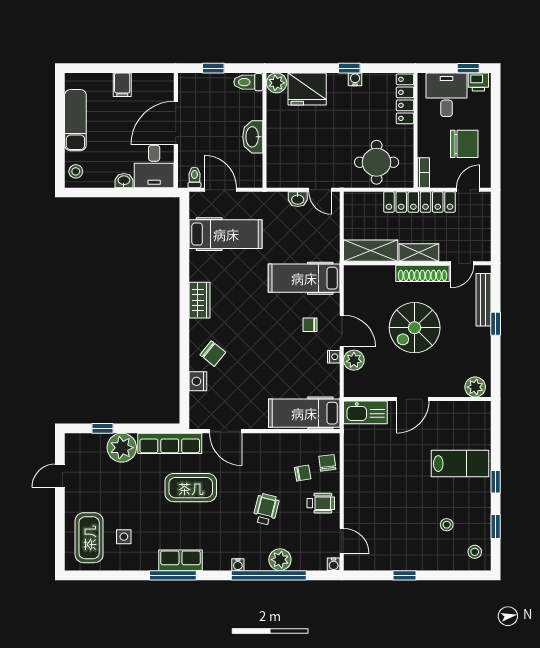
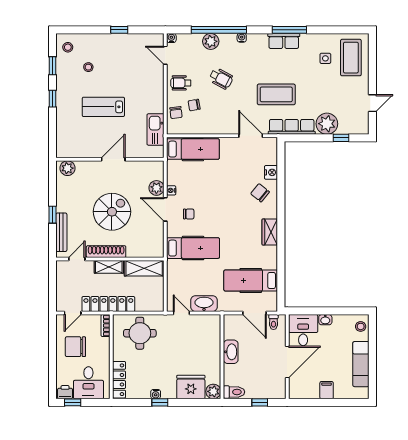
washbasin: (298, 199) -> (204, 304), width x1.91, depth x1.45
kitchen sink: (365, 412) -> (156, 129), moved, turned -90
lab bench: (460, 464) -> (103, 107), moved
wheelchair: (266, 509) -> (221, 78), turned -76

